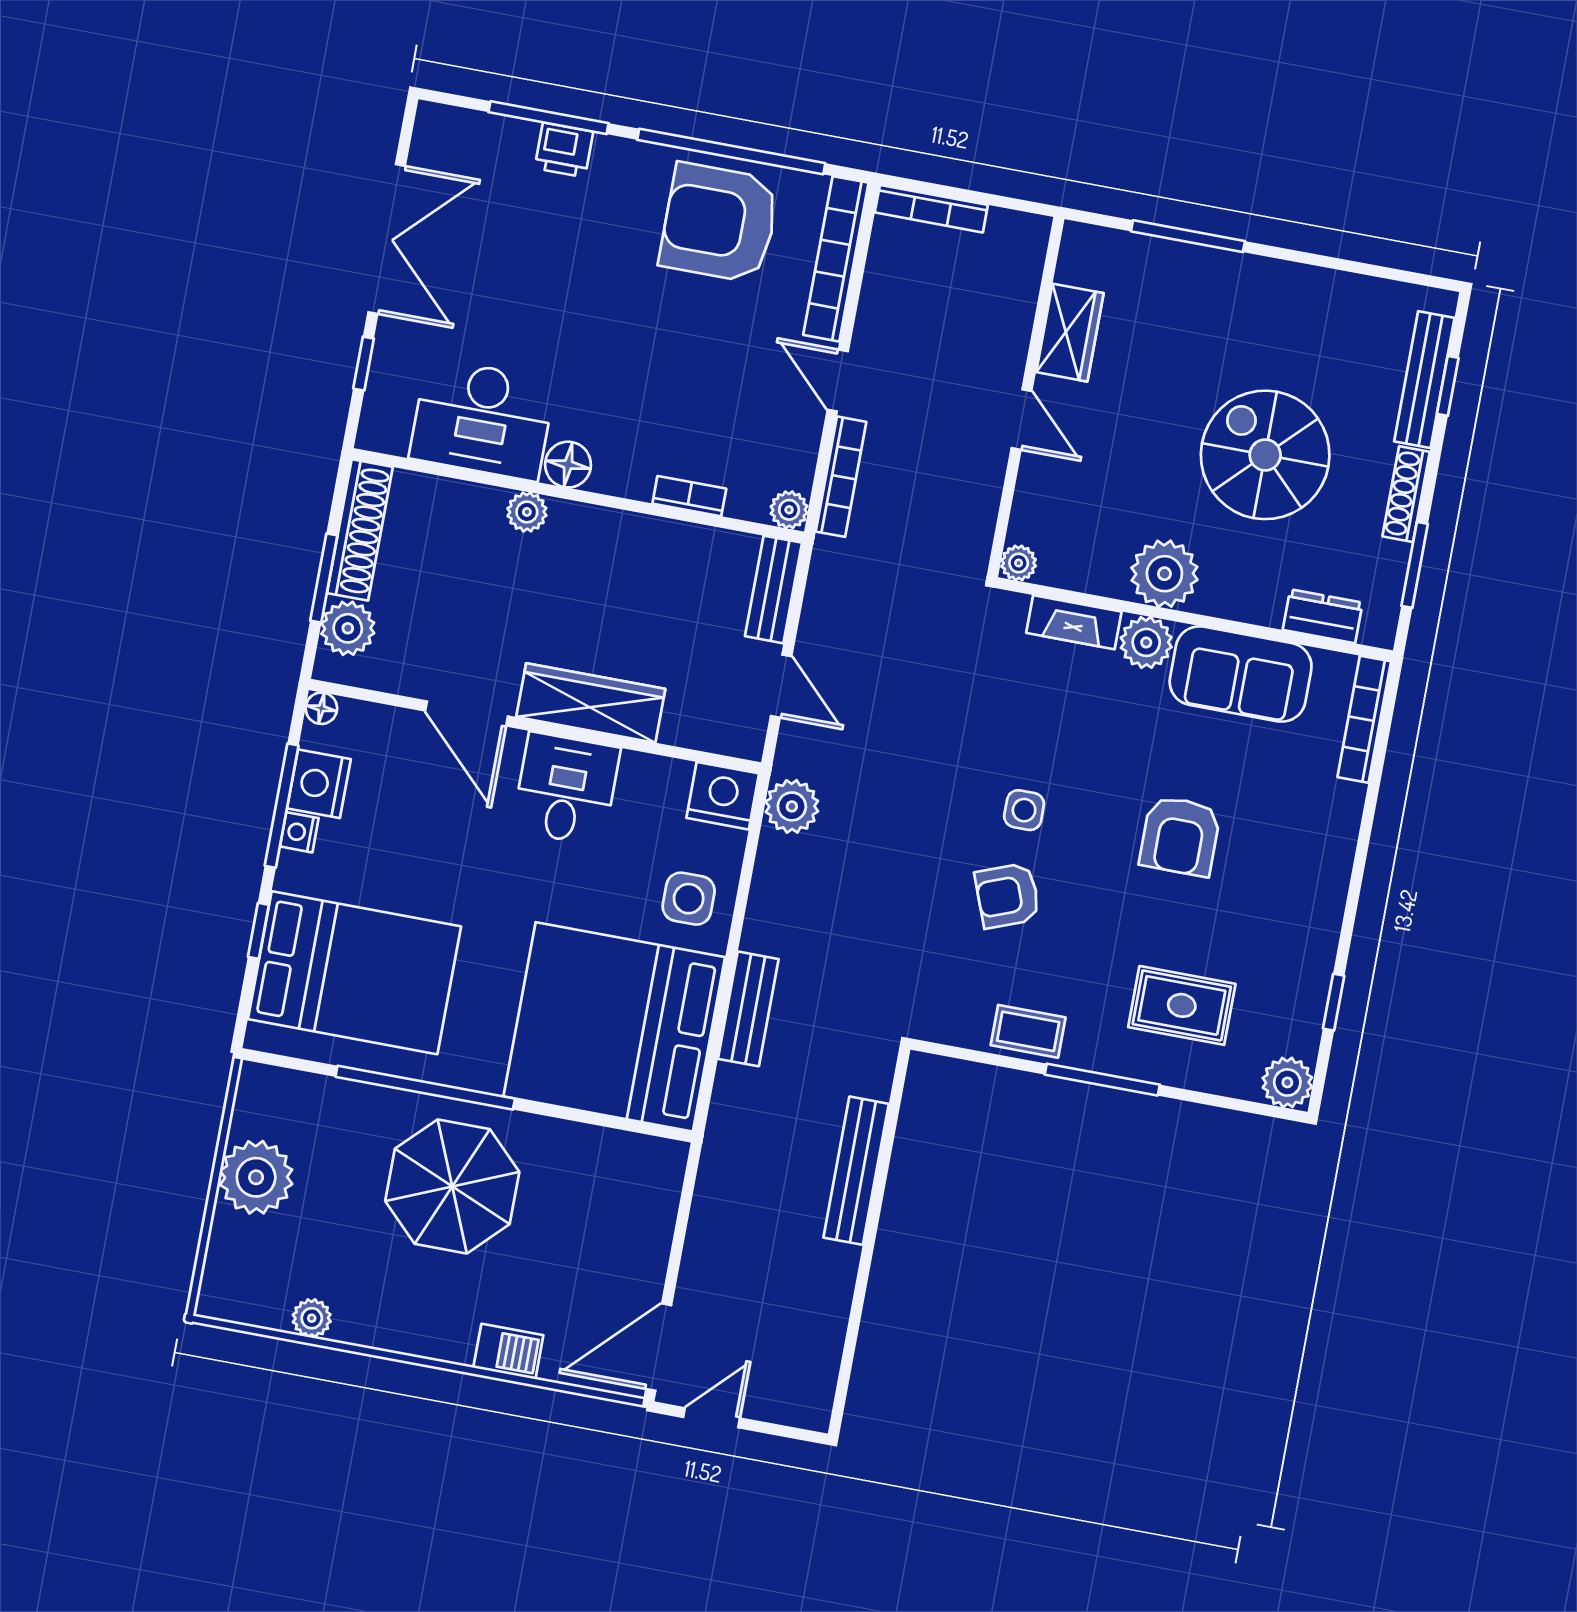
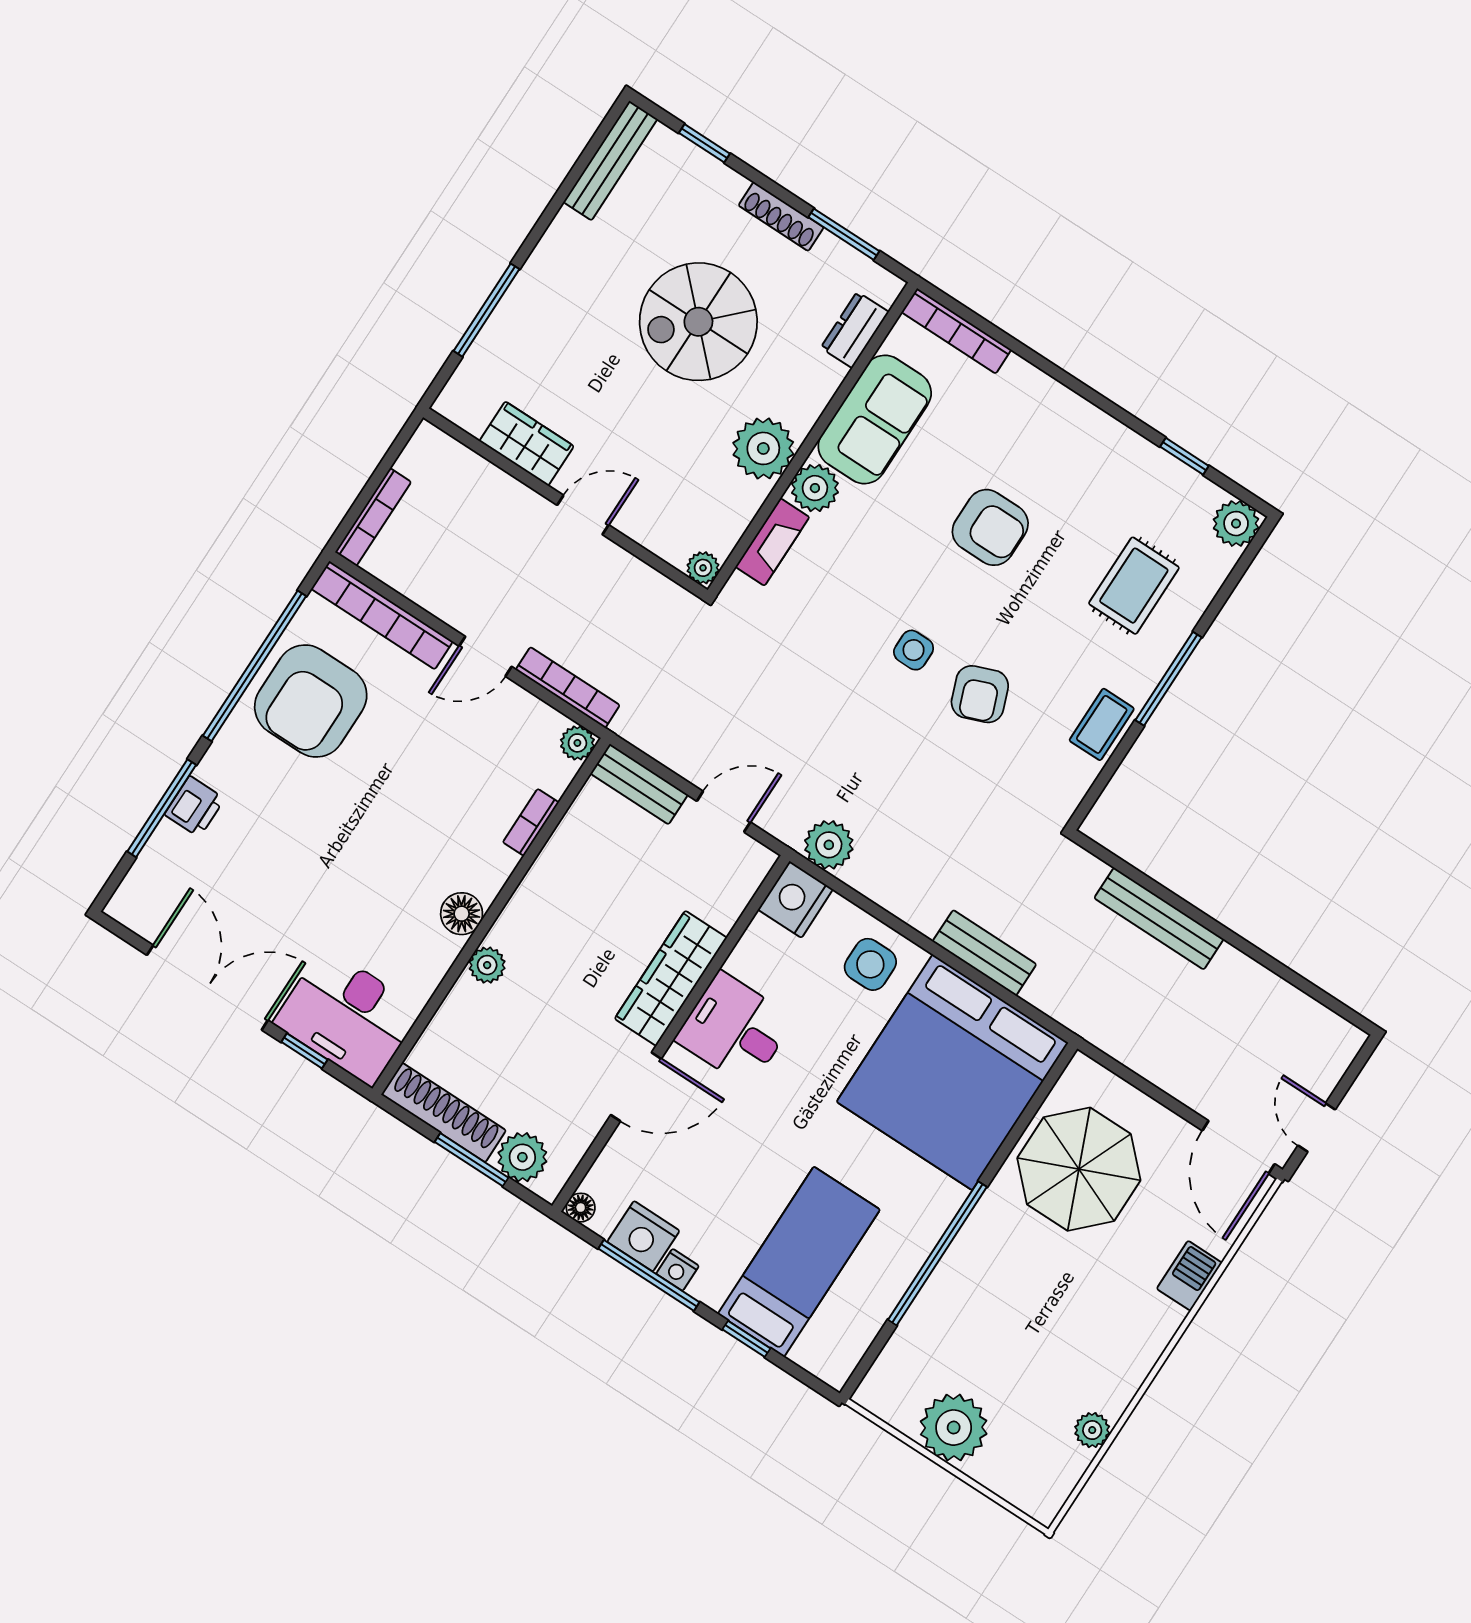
bench: (1424, 380) -> (610, 161), moved, turned 90
desk: (482, 419) -> (348, 1016), moved, turned 90
bed: (354, 973) -> (799, 1262), width x0.67
parasol: (452, 1186) -> (1079, 1169), moved

